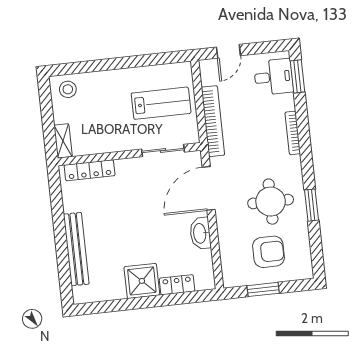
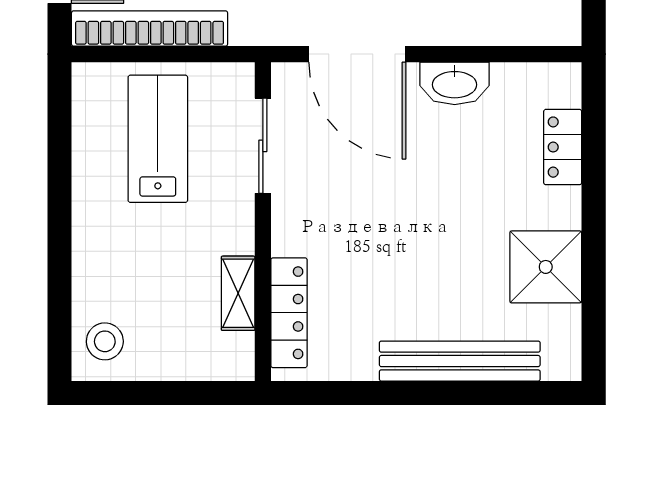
bookcase: (213, 121) -> (150, 29), moved
shelving: (63, 141) -> (238, 293), moved, turned 90
shower: (142, 281) -> (546, 267), moved

